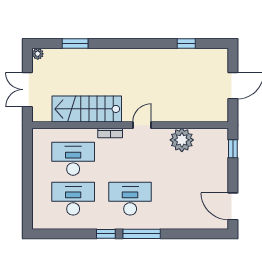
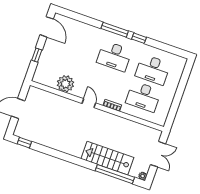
window: (75, 44) -> (115, 174), width x2.11
window: (186, 44) -> (24, 143), moved
stairs: (87, 109) -> (107, 158), moved, turned 180
door: (142, 125) -> (89, 103), swing flipped
window: (233, 149) -> (37, 55), moved

